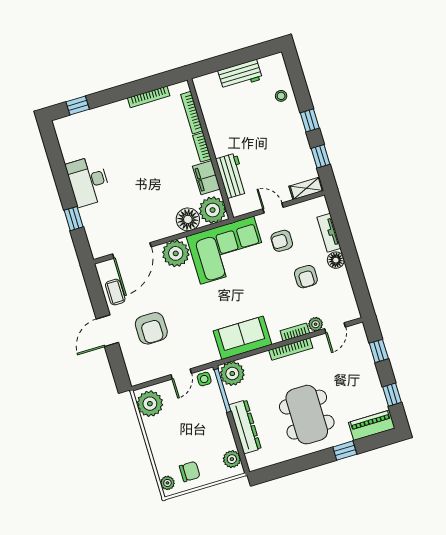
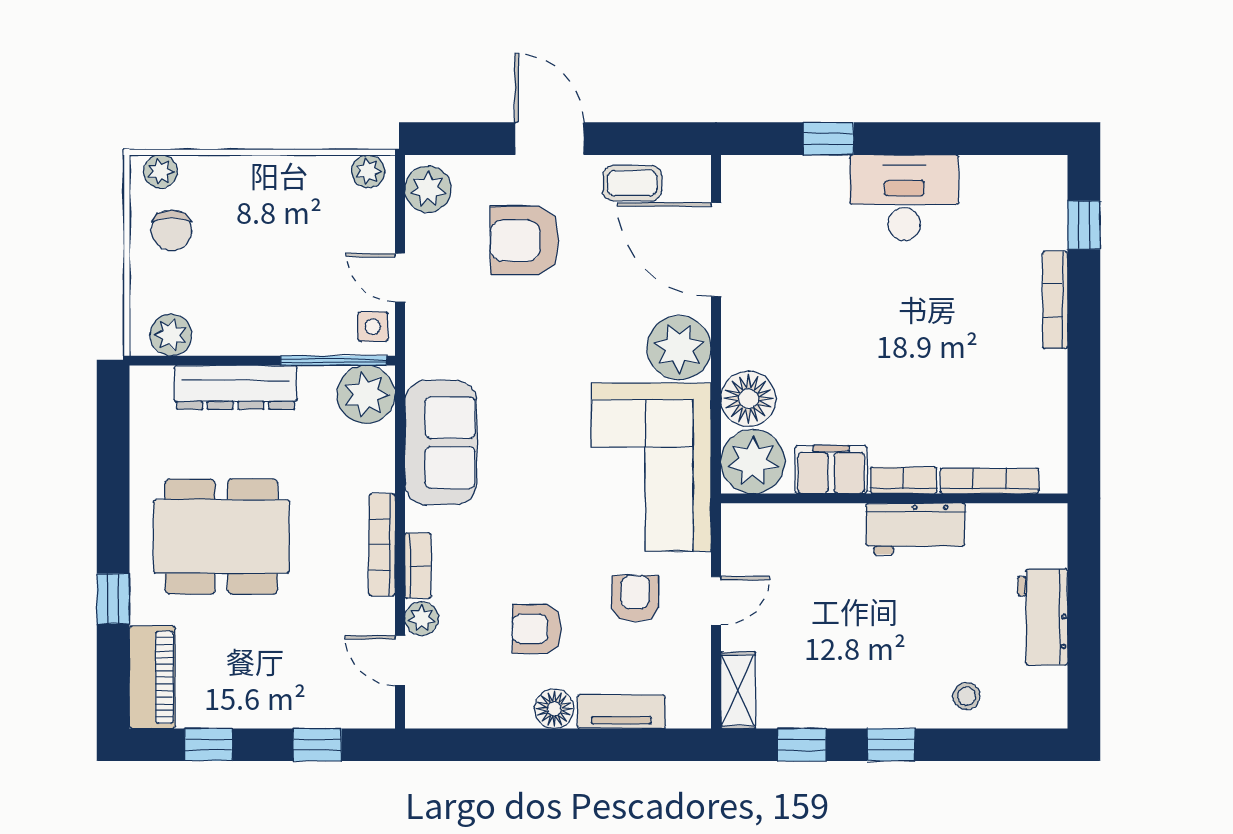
bookcase: (149, 97) -> (1055, 300), moved
workbench: (232, 176) -> (915, 529), moved
plant: (142, 373) -> (428, 189), added
plant: (150, 404) -> (368, 171), width x0.53, depth x0.53

